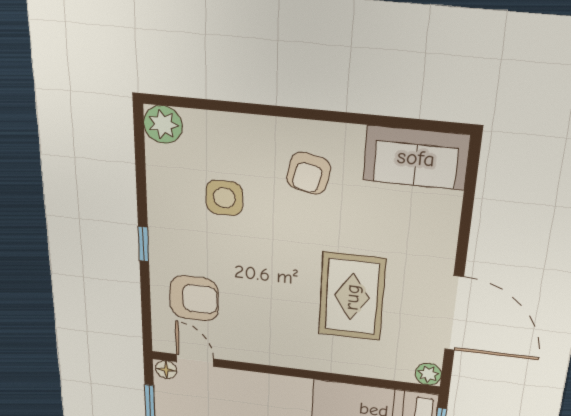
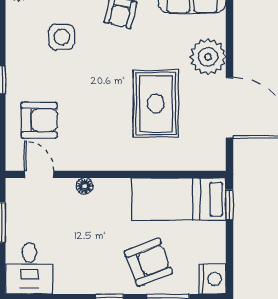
floor lamp: (166, 370) -> (85, 186), moved
plant: (428, 374) -> (208, 57), moved, width x1.88, depth x1.88

